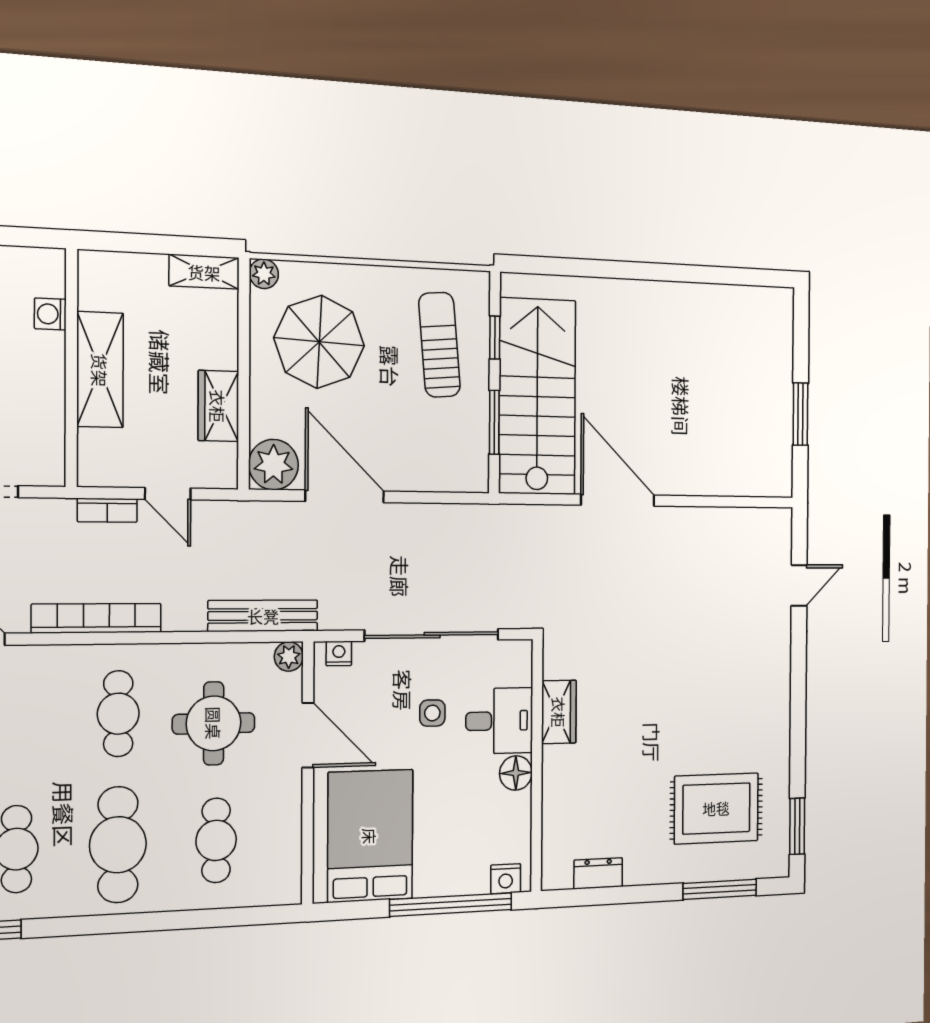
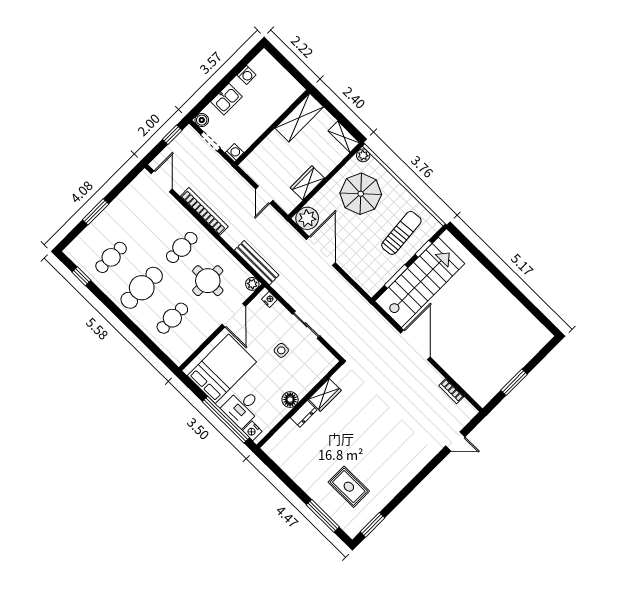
washing machine: (50, 314) -> (234, 153), moved, turned 90
shelving: (100, 370) -> (299, 118), moved
bookcase: (107, 510) -> (451, 391), moved
sliding door: (432, 635) -> (306, 325), width x0.54
desk: (499, 721) -> (242, 407), moved, turned 90
rug: (716, 808) -> (349, 487), width x0.73, depth x0.70
dresser: (598, 873) -> (304, 414), moved, turned 90

